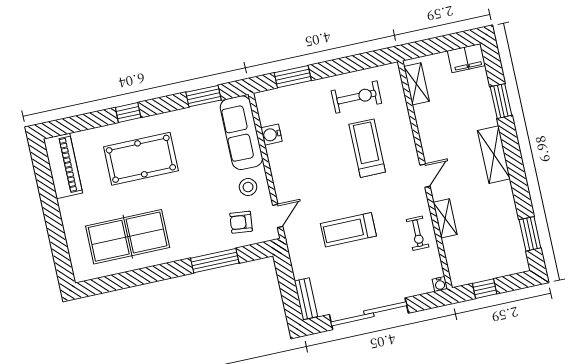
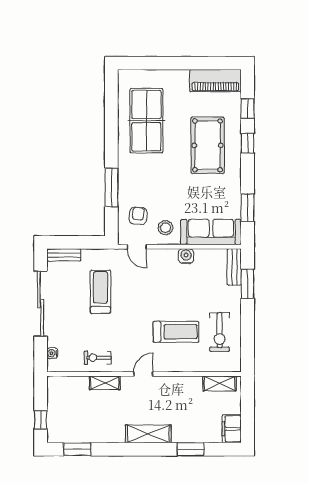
bench: (276, 97) -> (234, 267), added
window: (88, 121) -> (248, 109), added
water cooler: (272, 135) -> (186, 256), moved
door: (425, 176) -> (143, 374), swing flipped
treadmill: (348, 230) -> (100, 292), moved
water cooler: (440, 284) -> (52, 353), moved
window: (485, 289) -> (41, 420), moved

